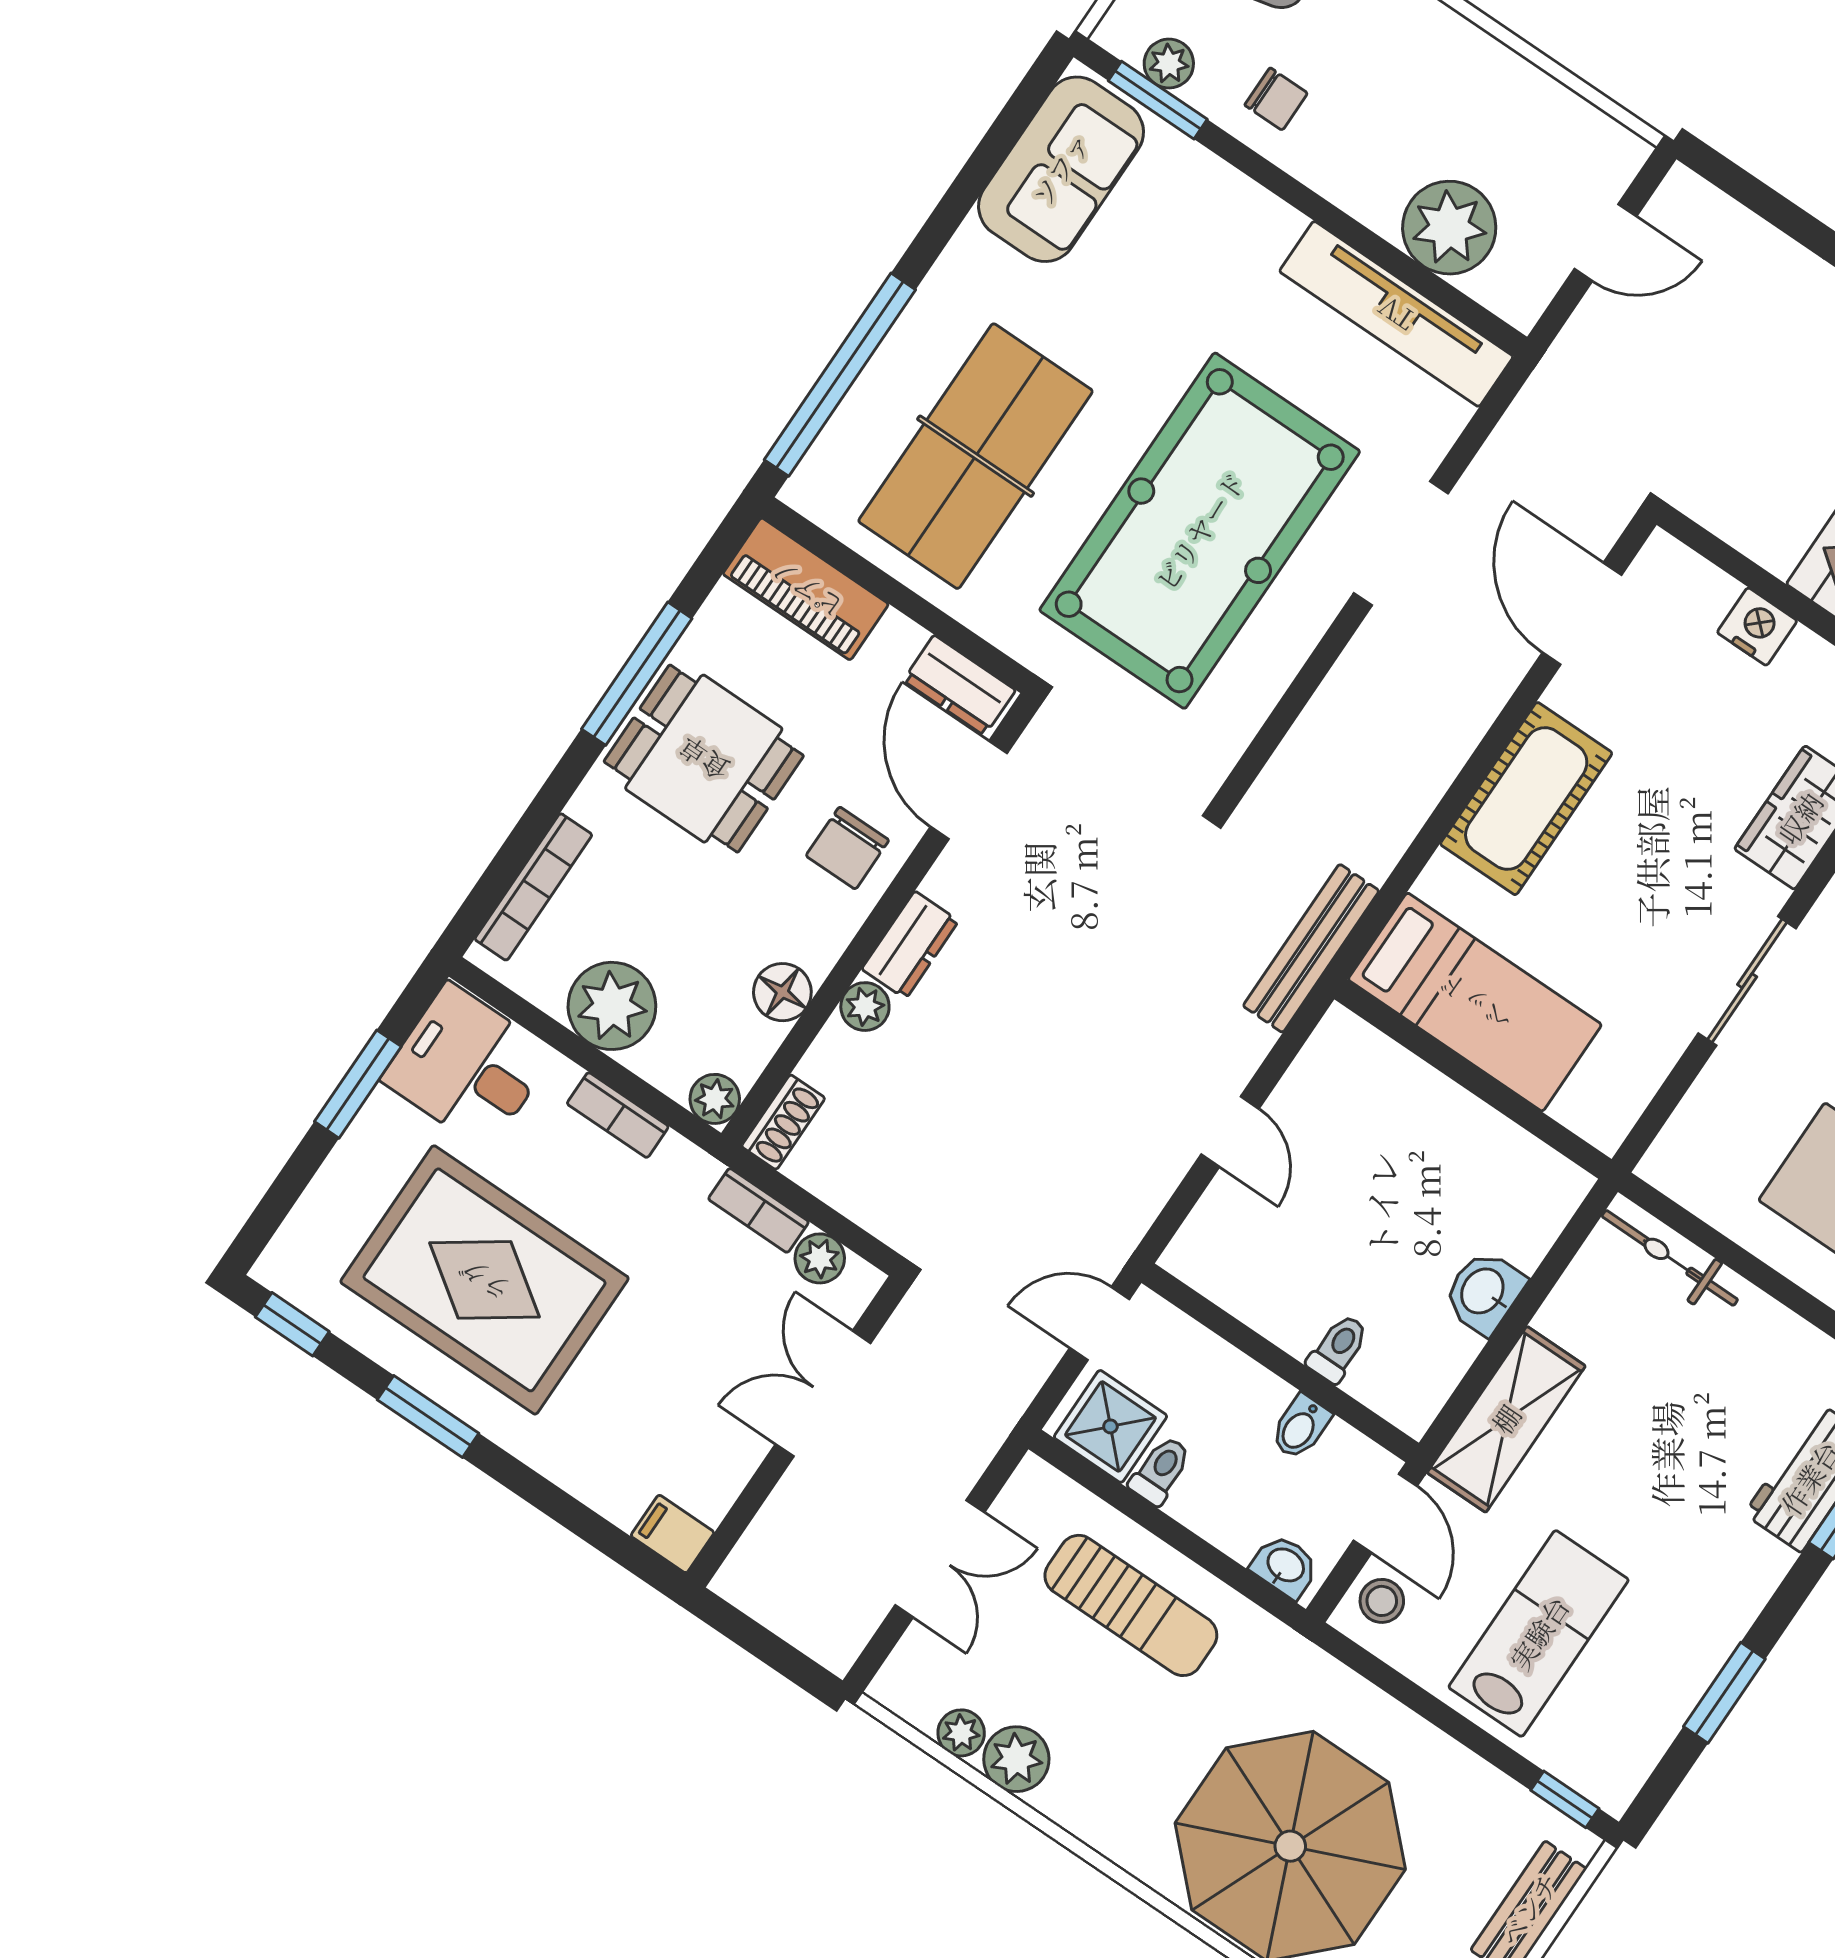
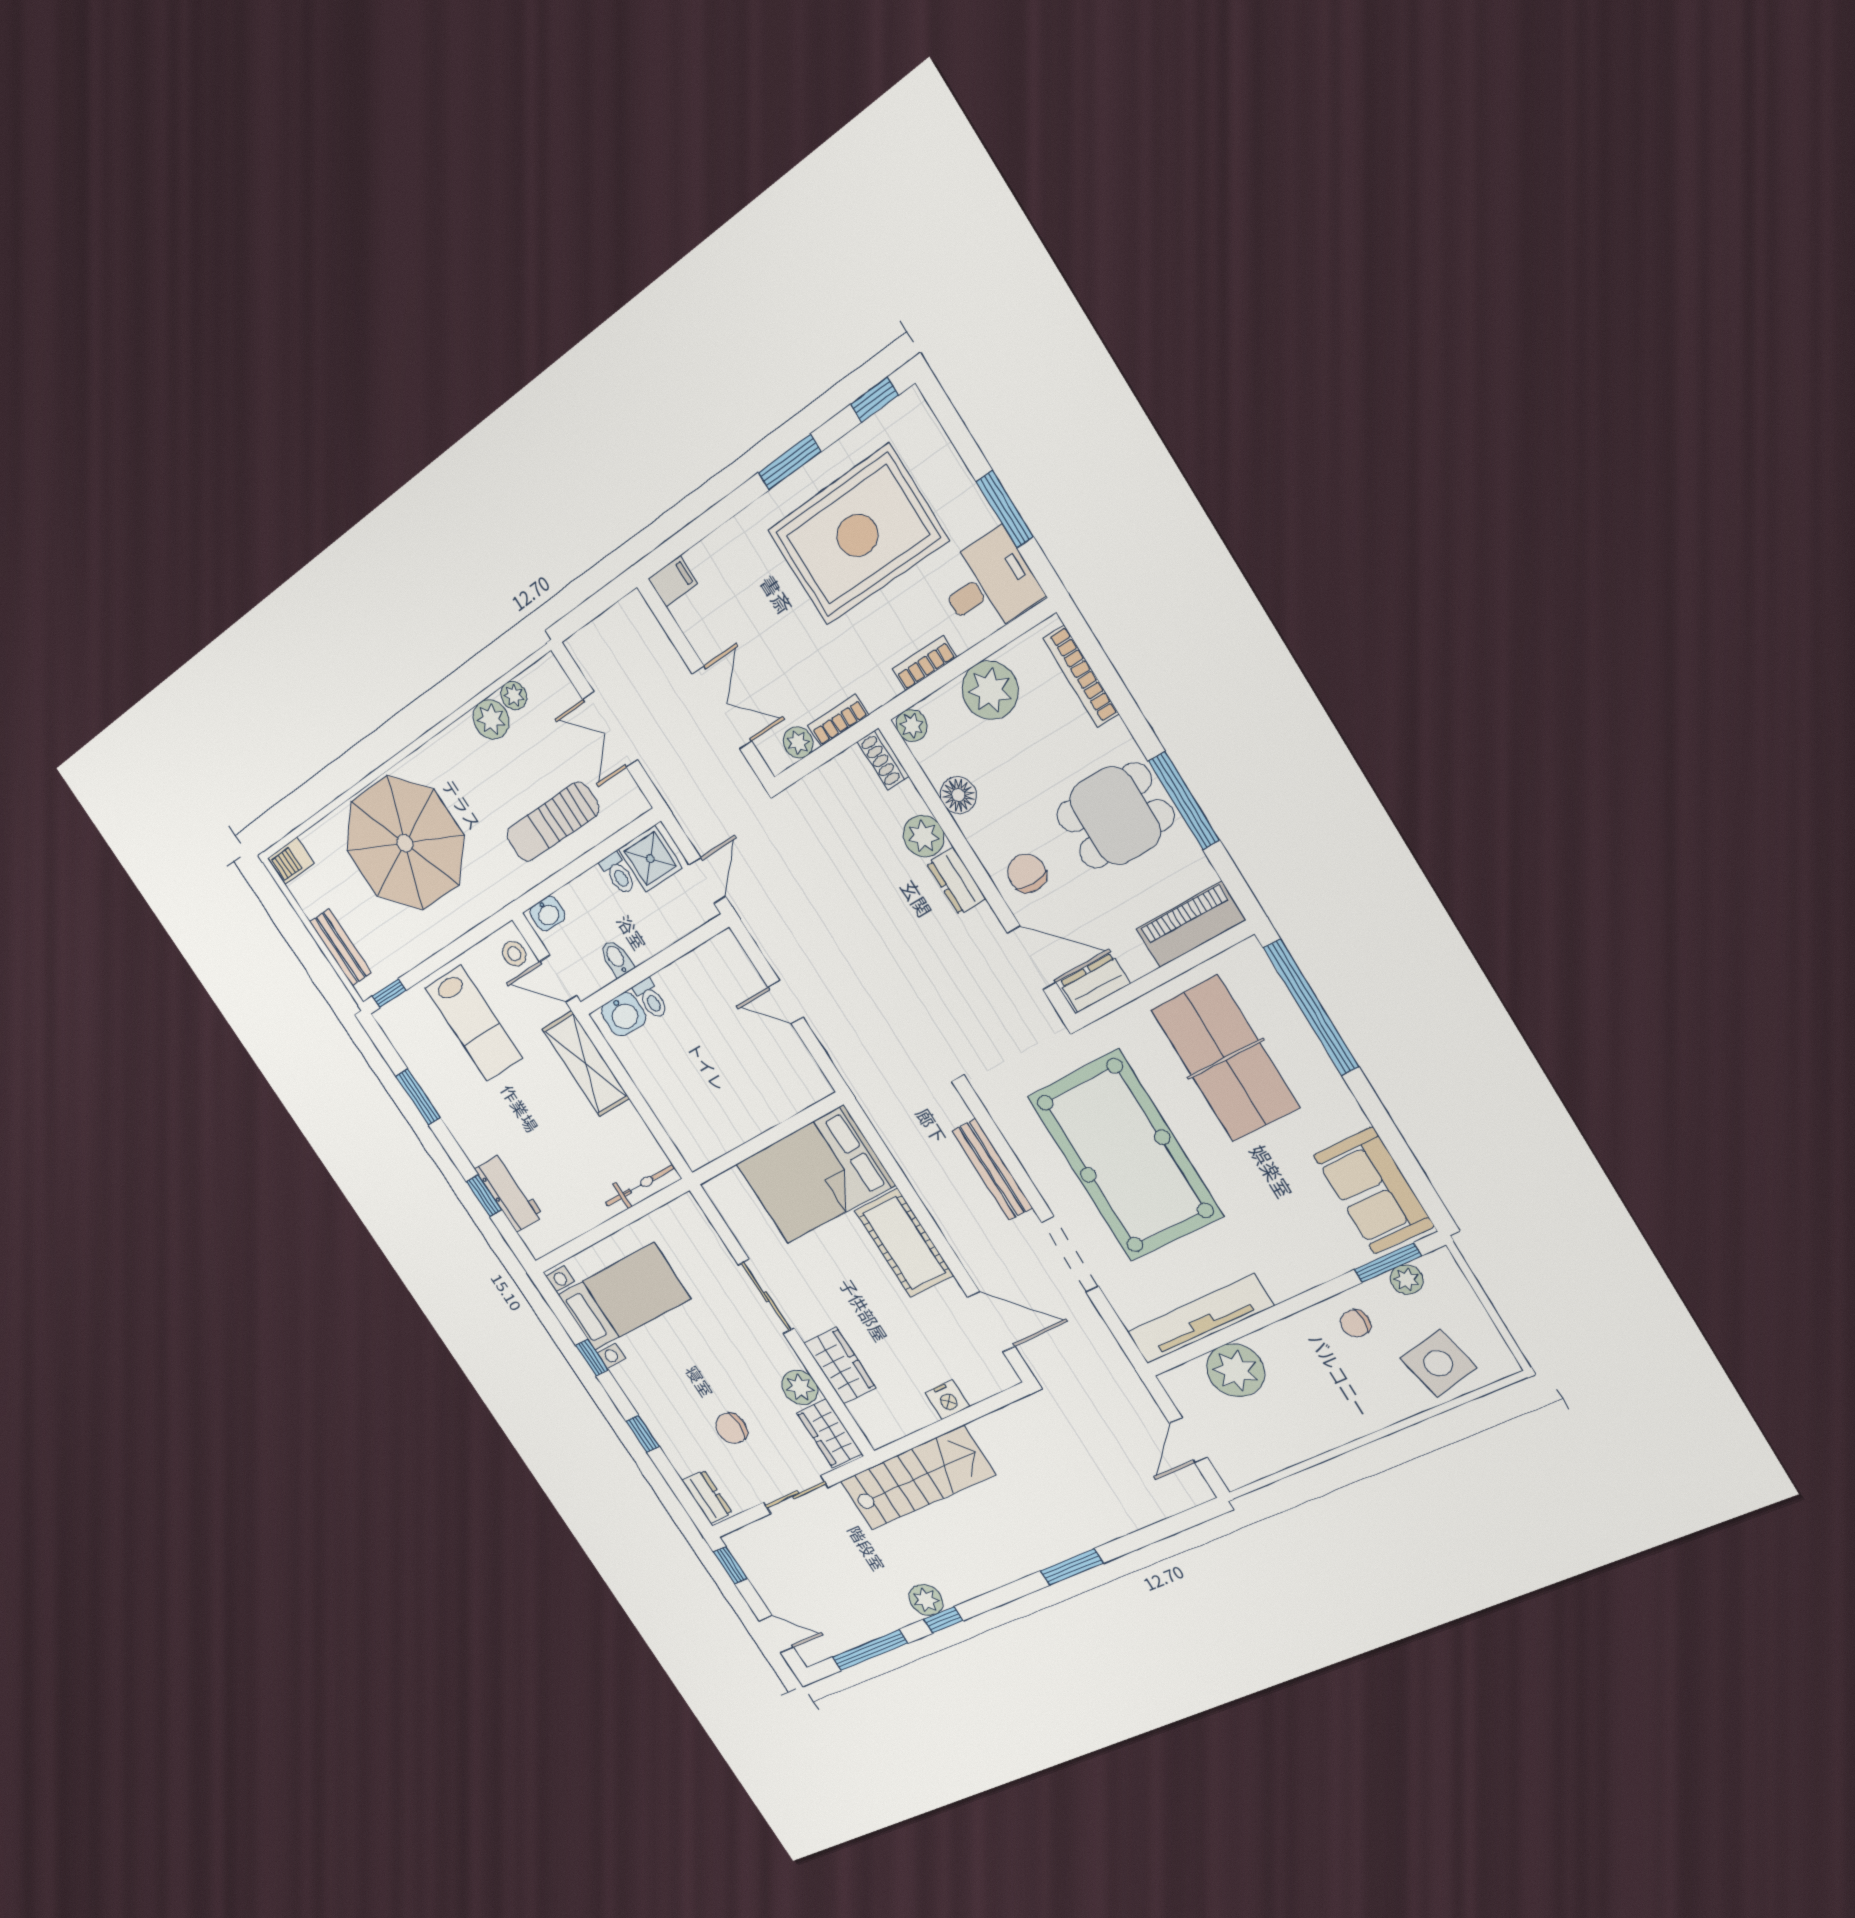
bench: (1311, 948) -> (992, 1170), moved
bed: (1475, 1002) -> (815, 1175), width x1.50
plant: (865, 1007) -> (924, 836), width x1.38, depth x1.38
washbasin: (1484, 1292) -> (624, 1014), moved, turned 90

